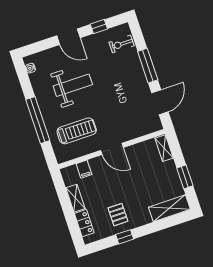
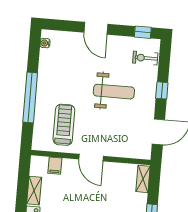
window: (99, 27) -> (143, 32), moved
window: (148, 66) -> (162, 90), width x0.46
weight bench: (73, 85) -> (114, 92), moved
treadmill: (77, 131) -> (64, 125), turned -90

